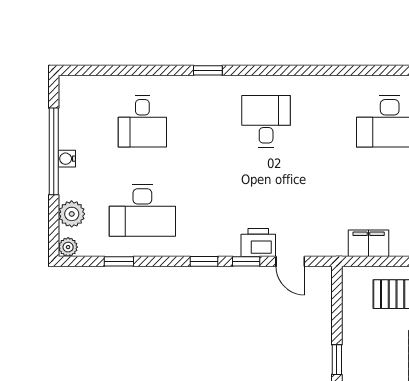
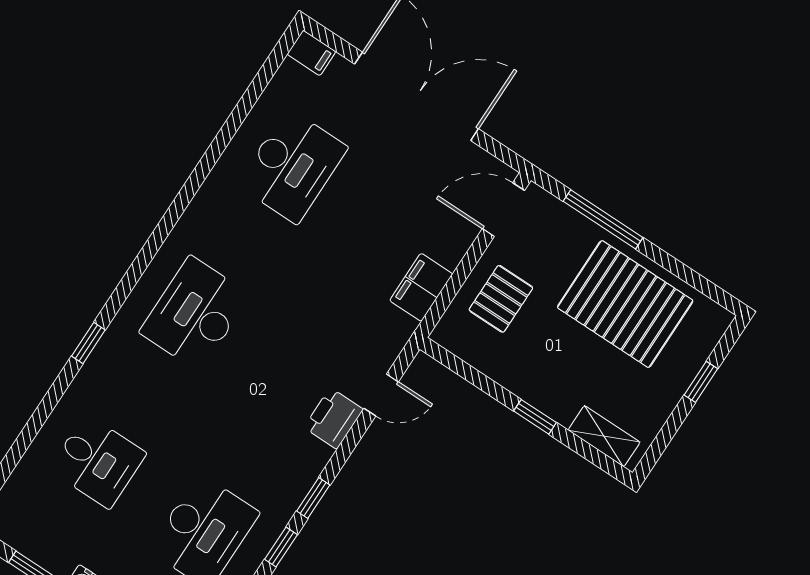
desk: (266, 121) -> (195, 314), width x1.37
window: (246, 261) -> (281, 547), moved

